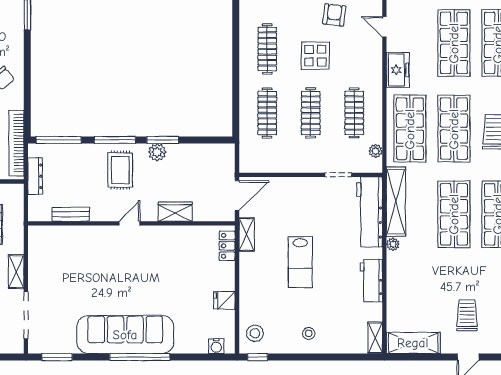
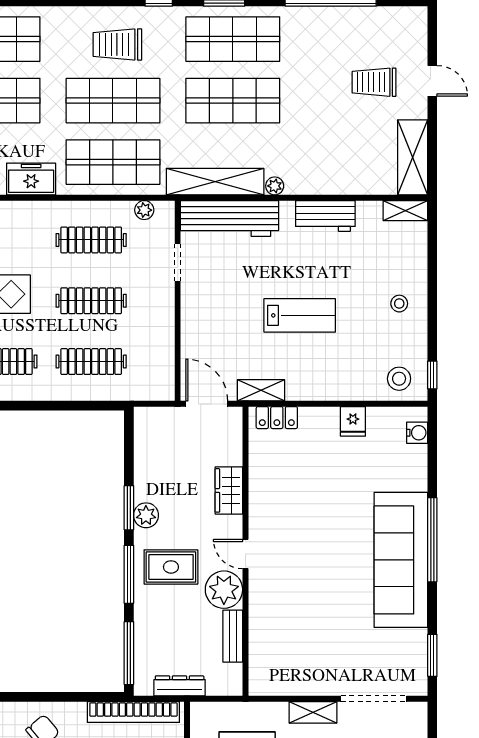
plant: (104, 208) -> (224, 590), added

